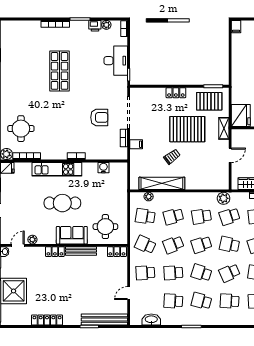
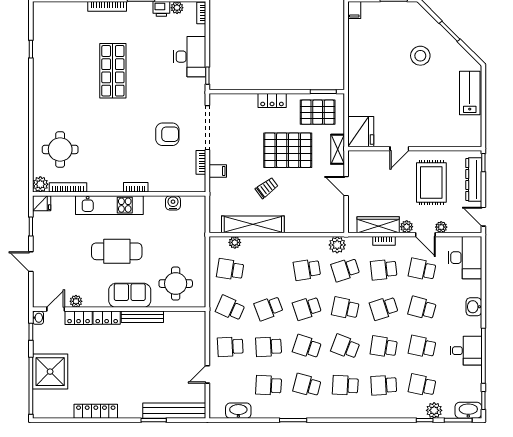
door: (230, 155) -> (346, 186), swing flipped
school desk: (173, 216) -> (269, 270), removed
locker: (117, 252) -> (79, 318), moved
school desk: (230, 273) -> (345, 347), turned 45

